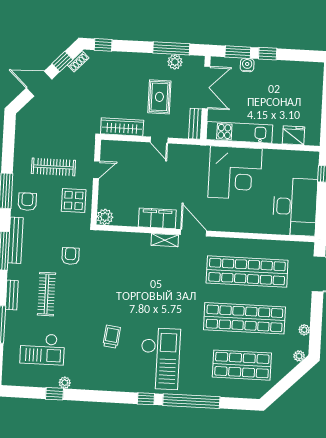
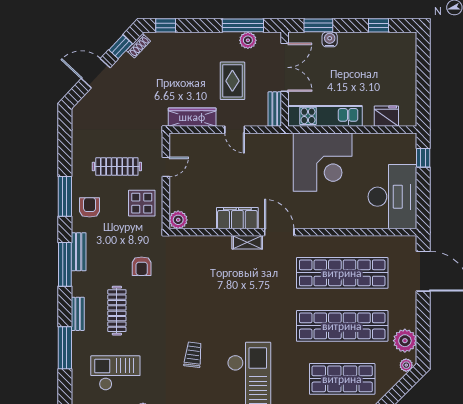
window: (268, 54) -> (379, 25), moved
bench: (16, 240) -> (79, 252), width x0.73
armchair: (70, 256) -> (142, 266), turned 180
plant: (304, 330) -> (405, 341), width x1.88, depth x1.88
checkout: (42, 349) -> (115, 373), turned 180

